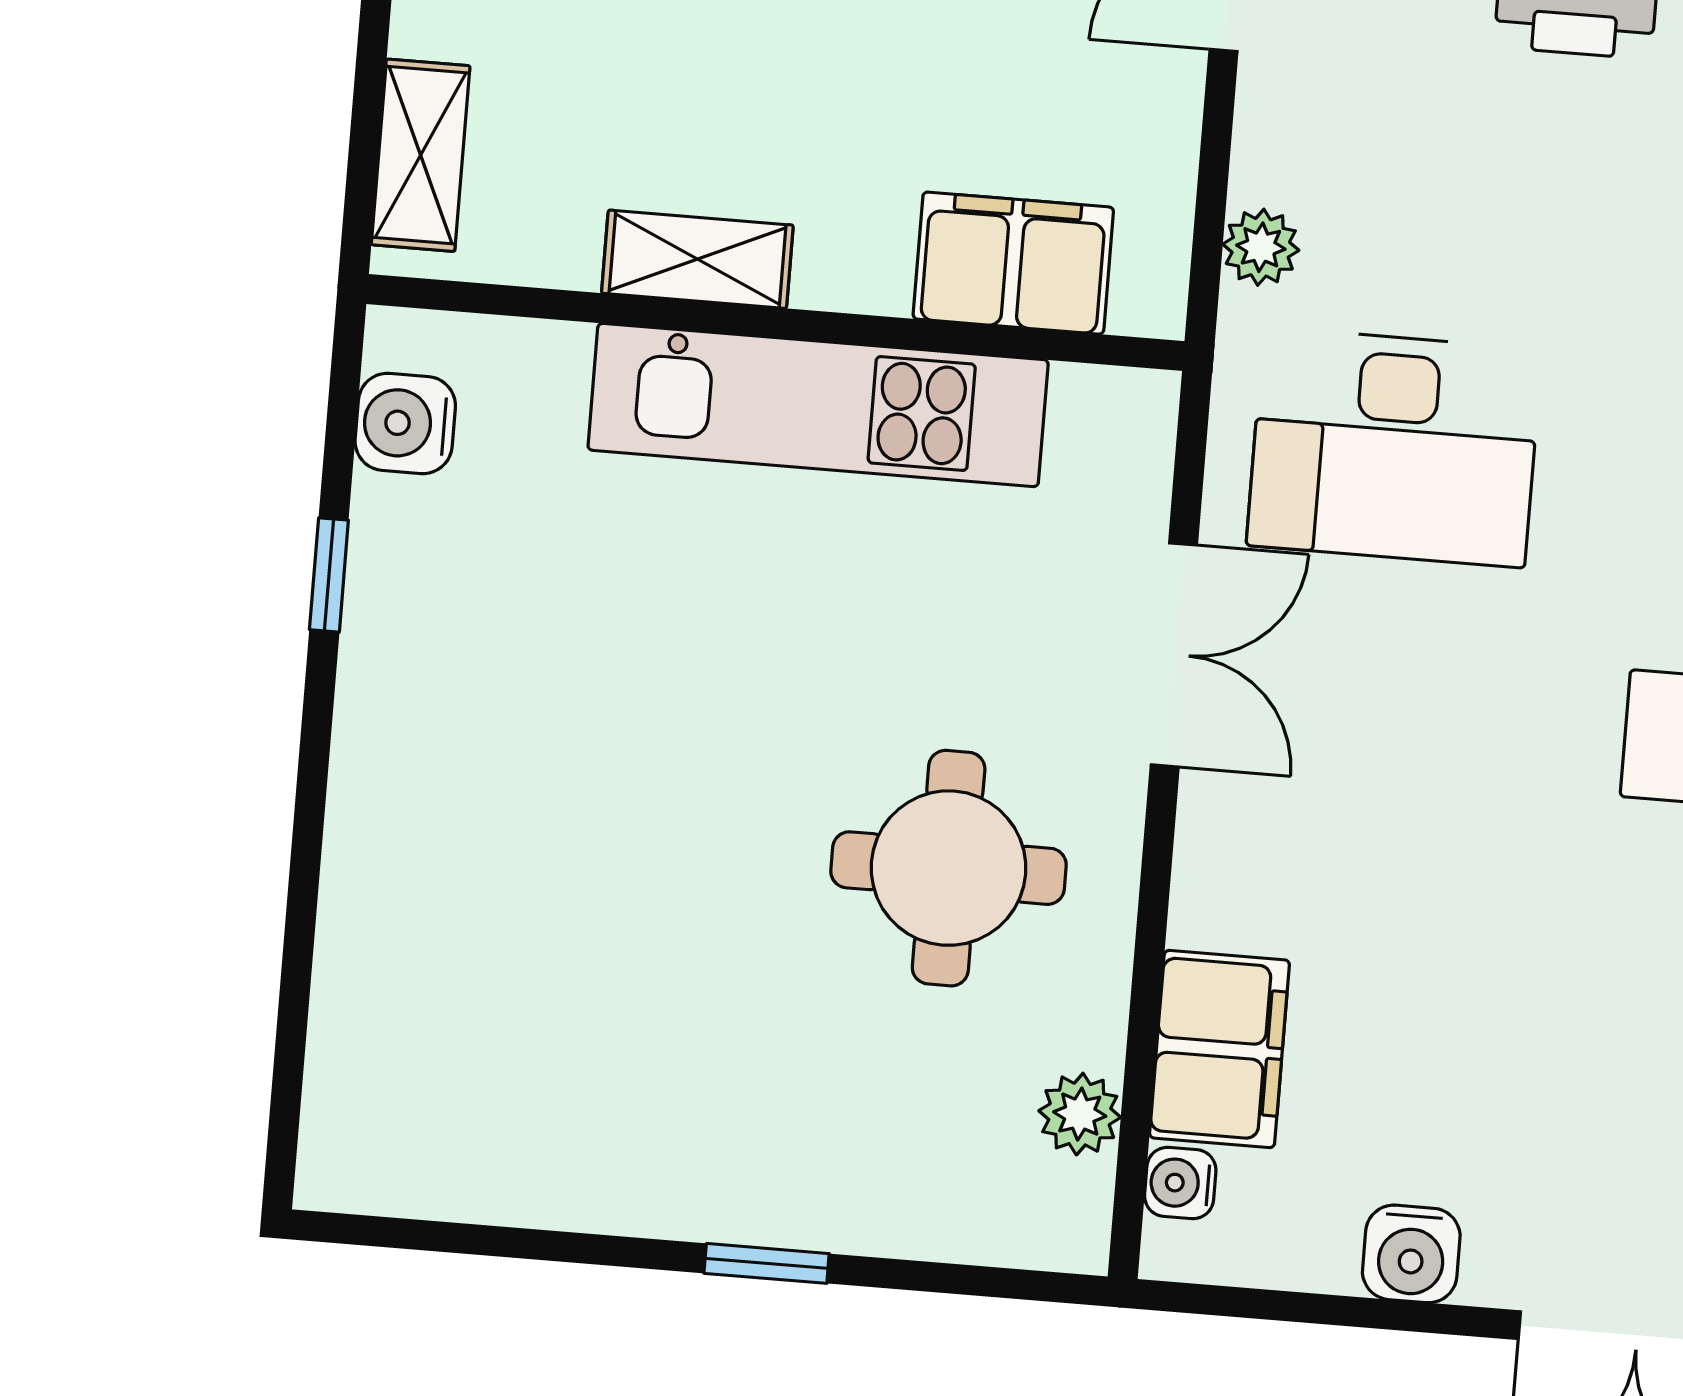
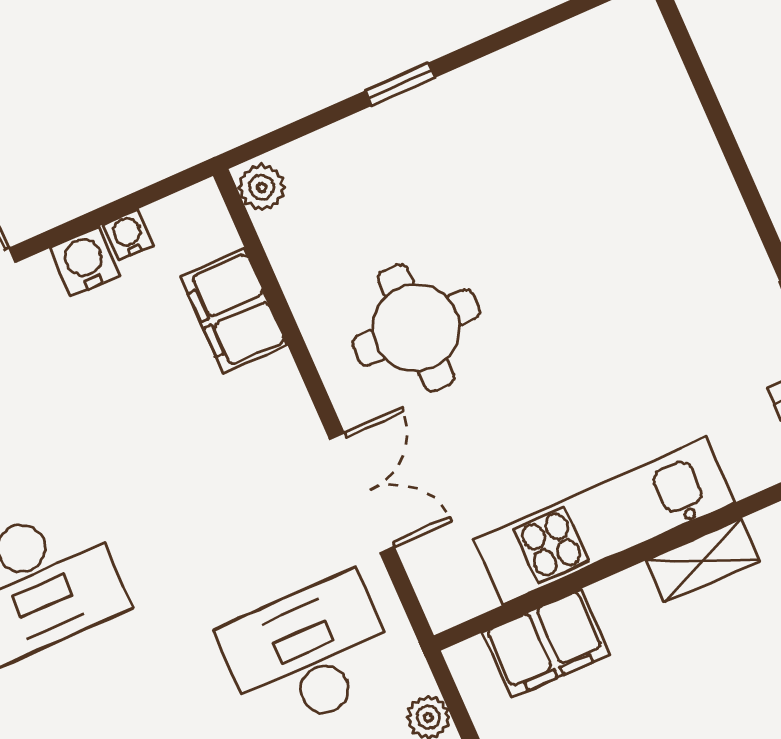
double door: (1174, 655) -> (362, 493), swing flipped
plant: (1080, 1114) -> (262, 187), moved
water cooler: (1180, 1183) -> (128, 235), moved, turned -90

